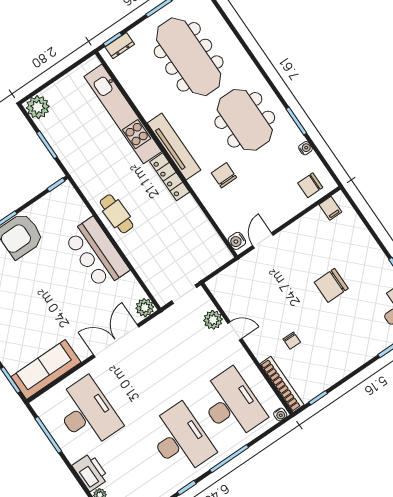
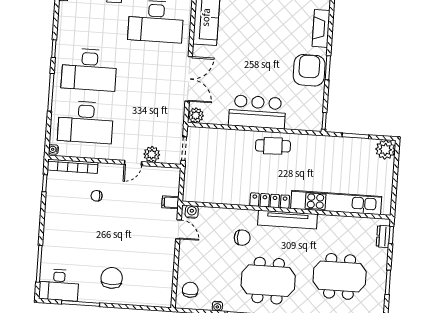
meeting table: (189, 57) -> (340, 276), width x0.73
filing cabinet: (330, 208) -> (170, 202), moved
chair: (331, 285) -> (112, 278), moved

